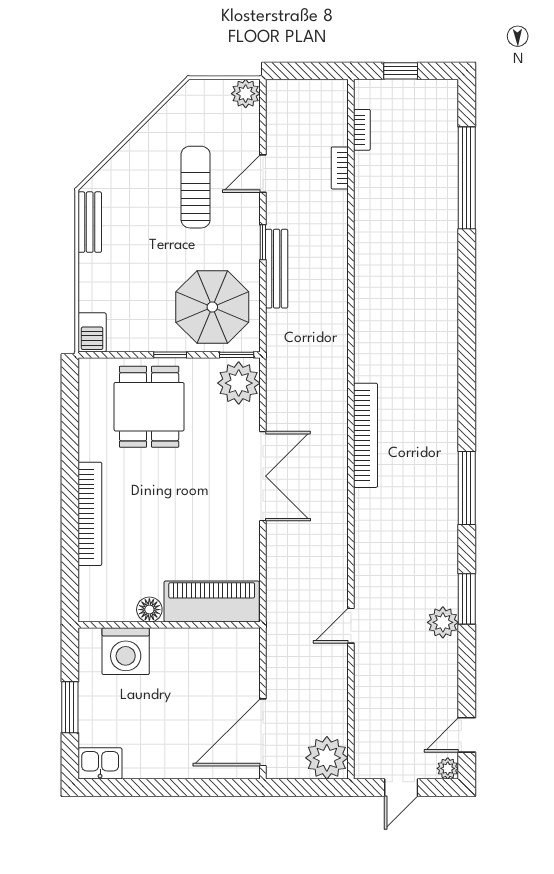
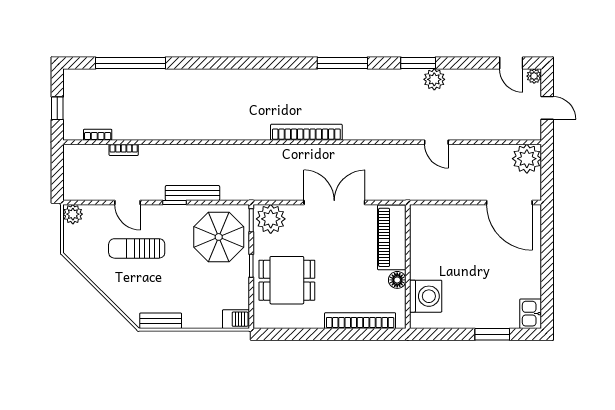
piano: (212, 602) -> (392, 237), moved
floor lamp: (149, 610) -> (397, 280), moved
wall: (169, 625) -> (408, 266), moved
washing machine: (126, 651) -> (426, 296), moved

